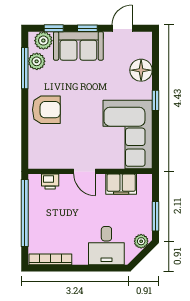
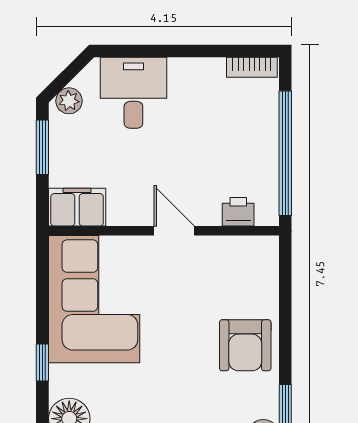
armchair: (46, 110) -> (245, 345), turned -90
filing cabinet: (121, 184) -> (77, 207), moved
bookcase: (50, 259) -> (252, 67), width x0.64

